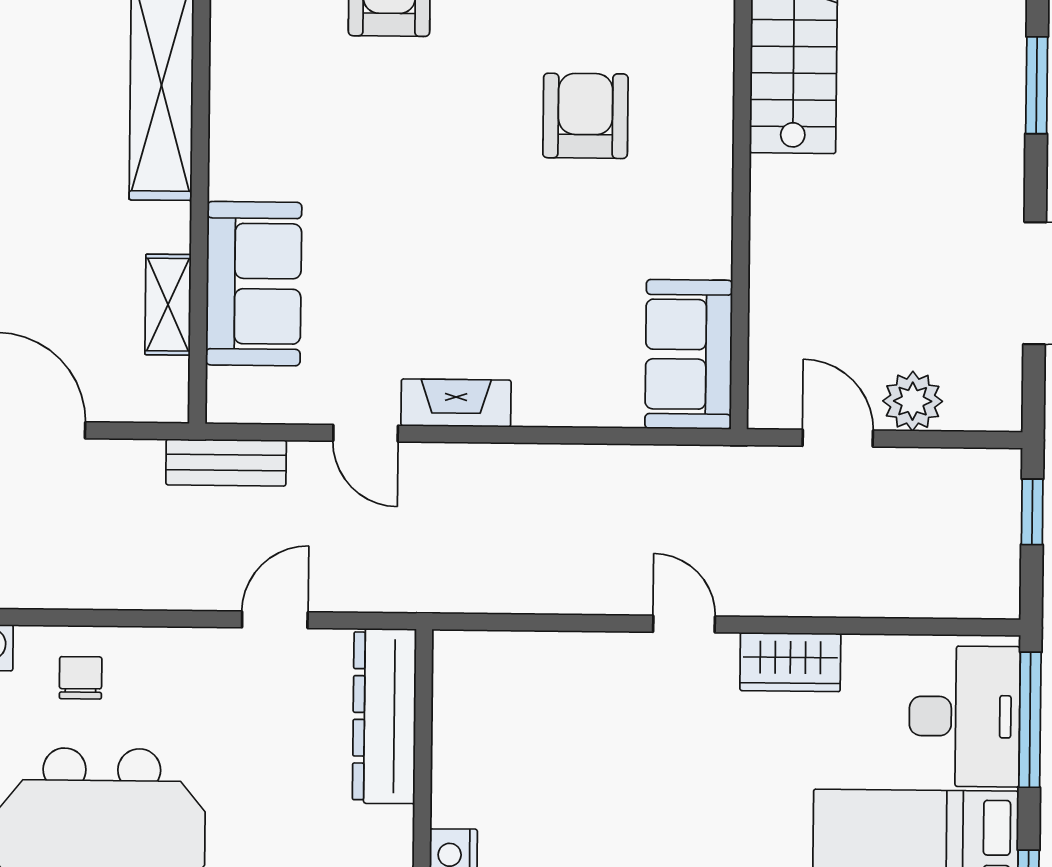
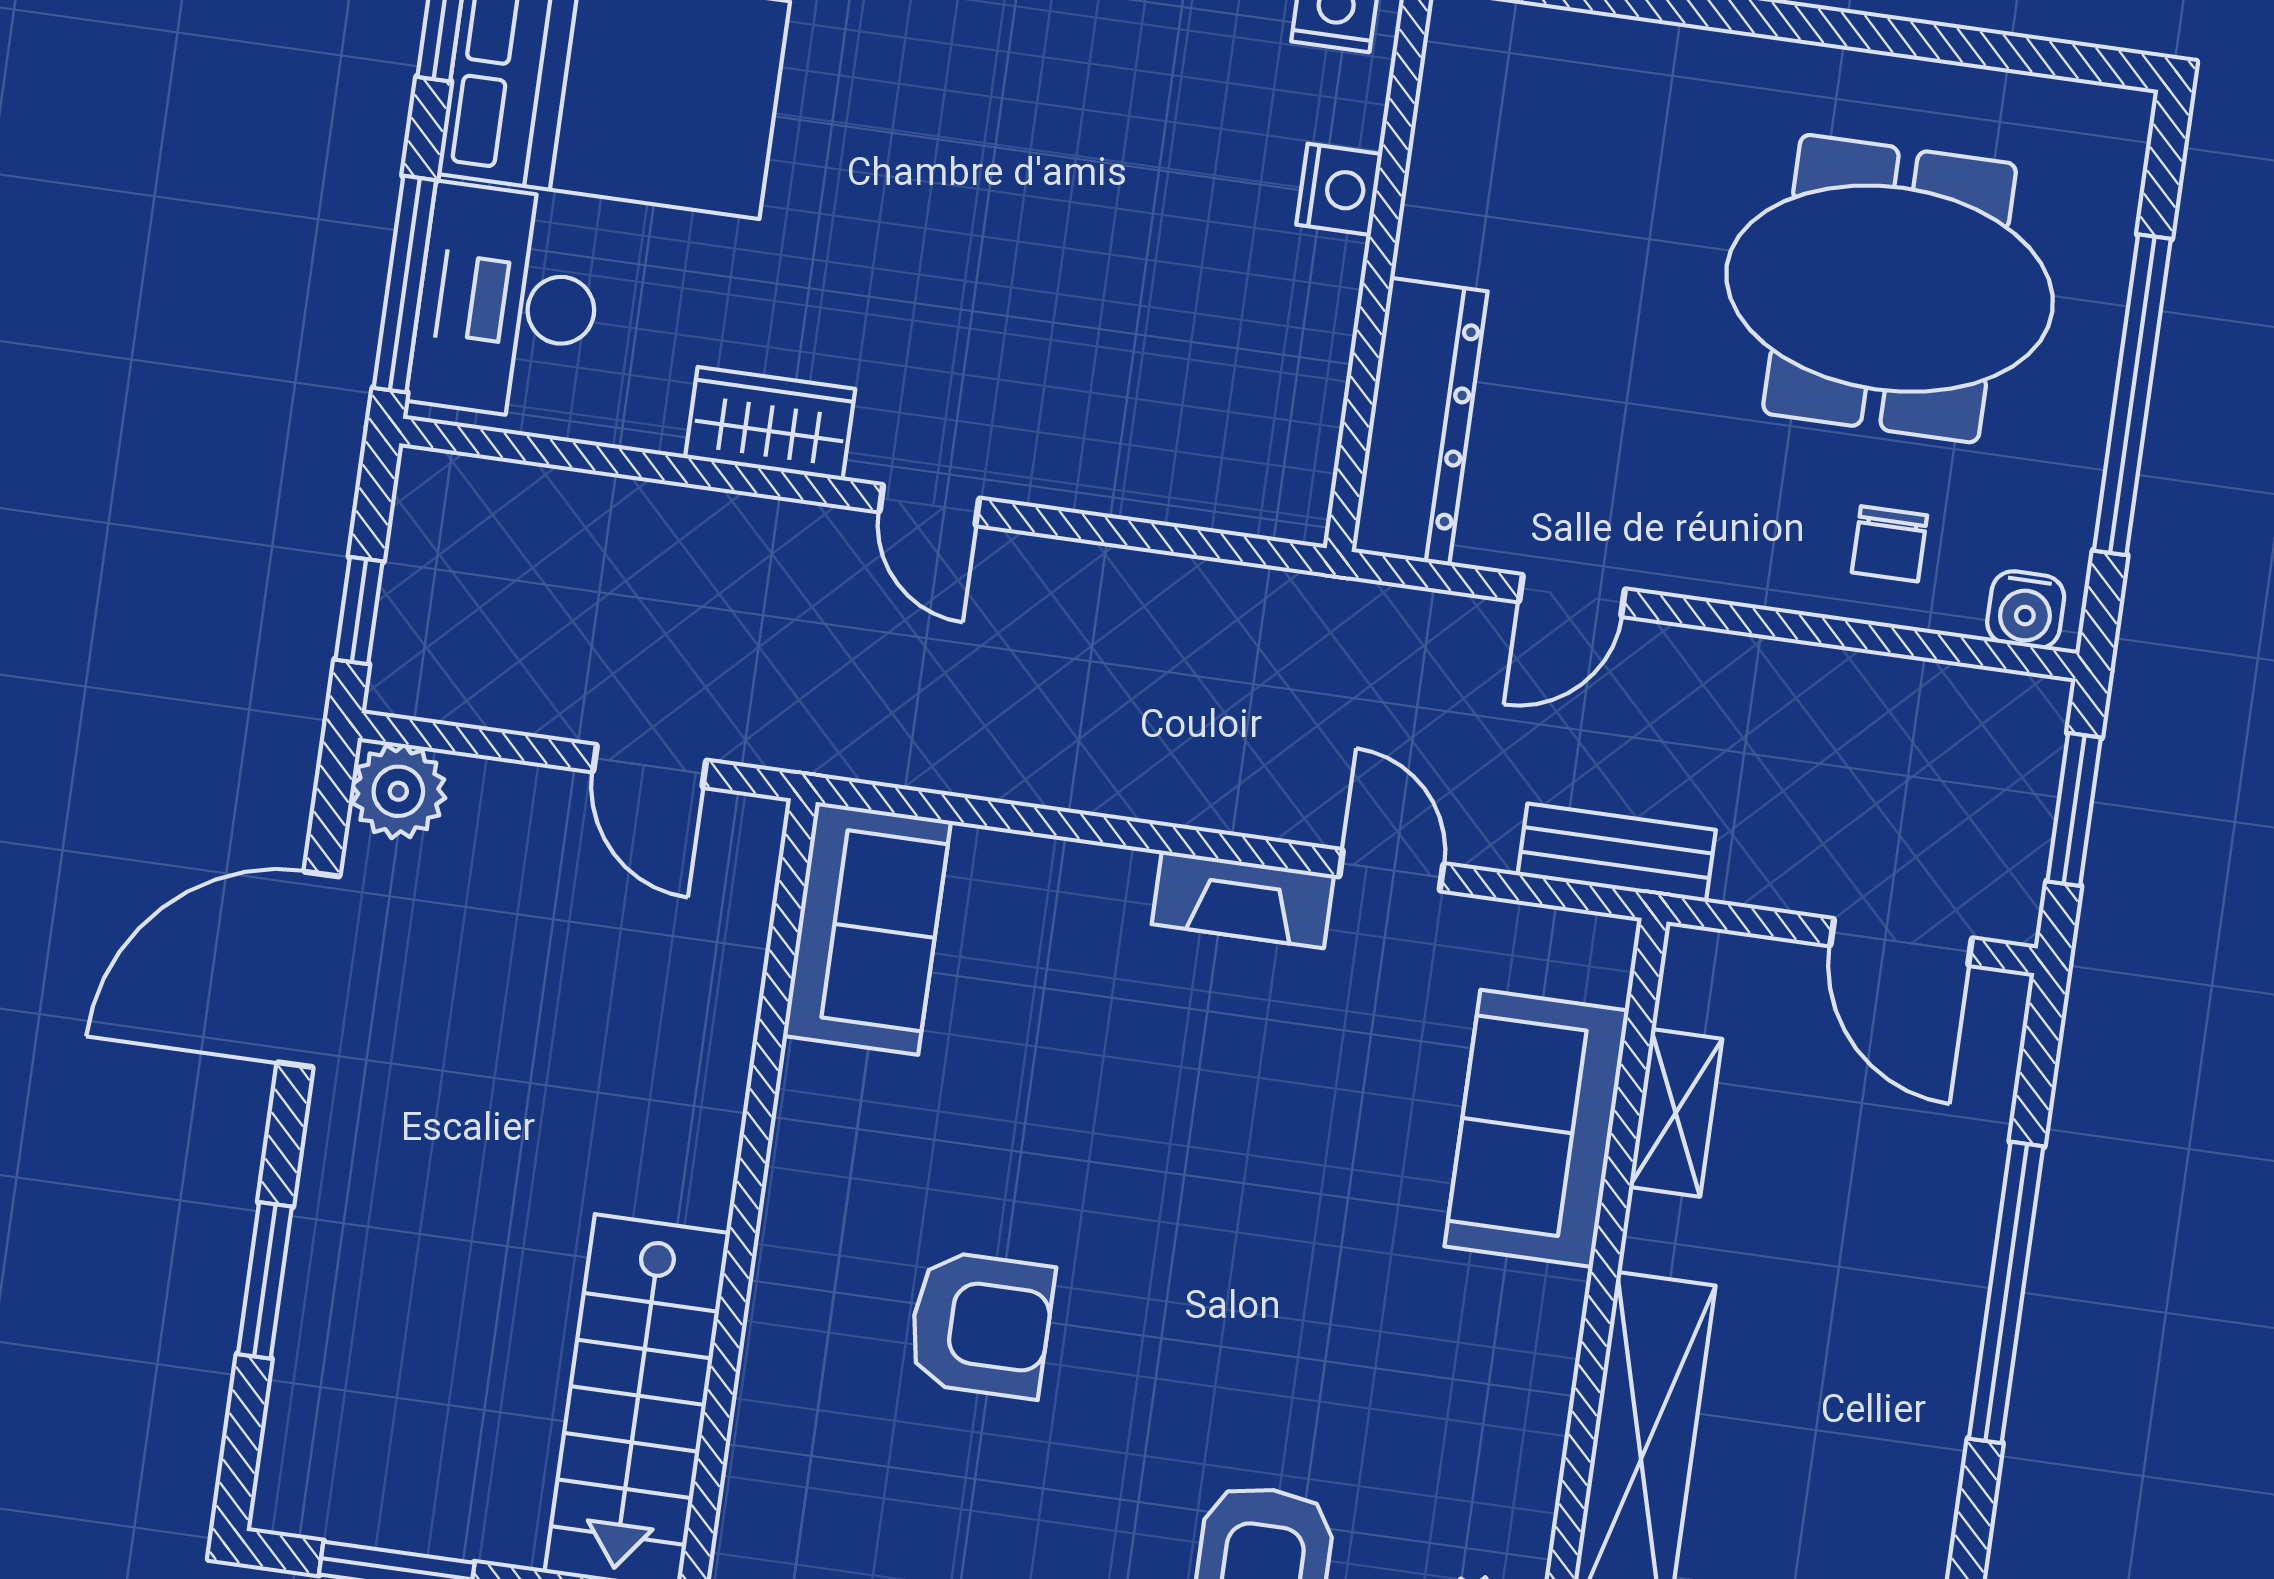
armchair: (585, 116) -> (981, 1324), turned -90
plant: (913, 401) -> (398, 791), moved

